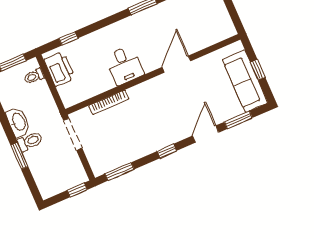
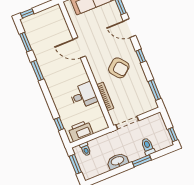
desk: (124, 65) -> (84, 95), moved
armchair: (149, 120) -> (119, 68), added
toilet: (30, 141) -> (148, 146), moved
window: (77, 190) -> (173, 135), moved

